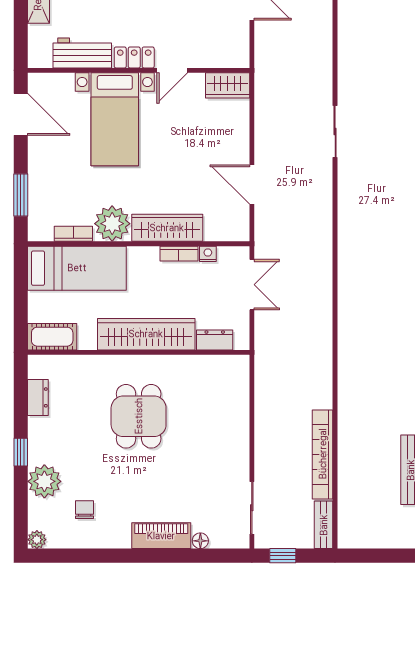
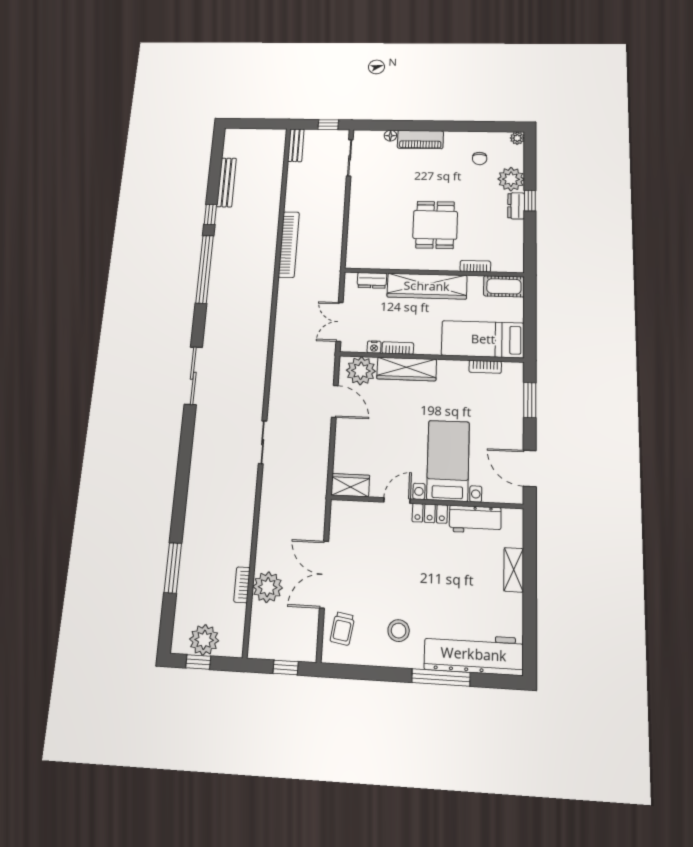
plant: (112, 224) -> (361, 371), moved
bookcase: (87, 362) -> (475, 266), added
dresser: (38, 397) -> (516, 206), moved
bookcase: (323, 454) -> (289, 244), moved

